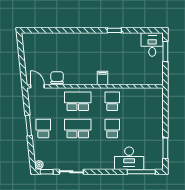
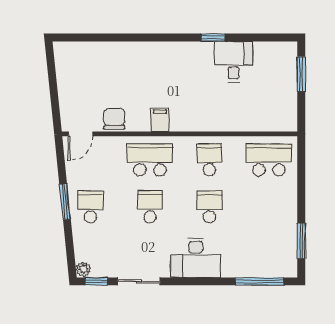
desk: (152, 44) -> (234, 62), moved
filing cabinet: (102, 78) -> (160, 120), moved
door: (37, 86) -> (80, 134), swing flipped
school desk: (147, 101) -> (269, 160), added
school desk: (78, 129) -> (150, 207), width x0.54
desk: (129, 158) -> (196, 258), moved

